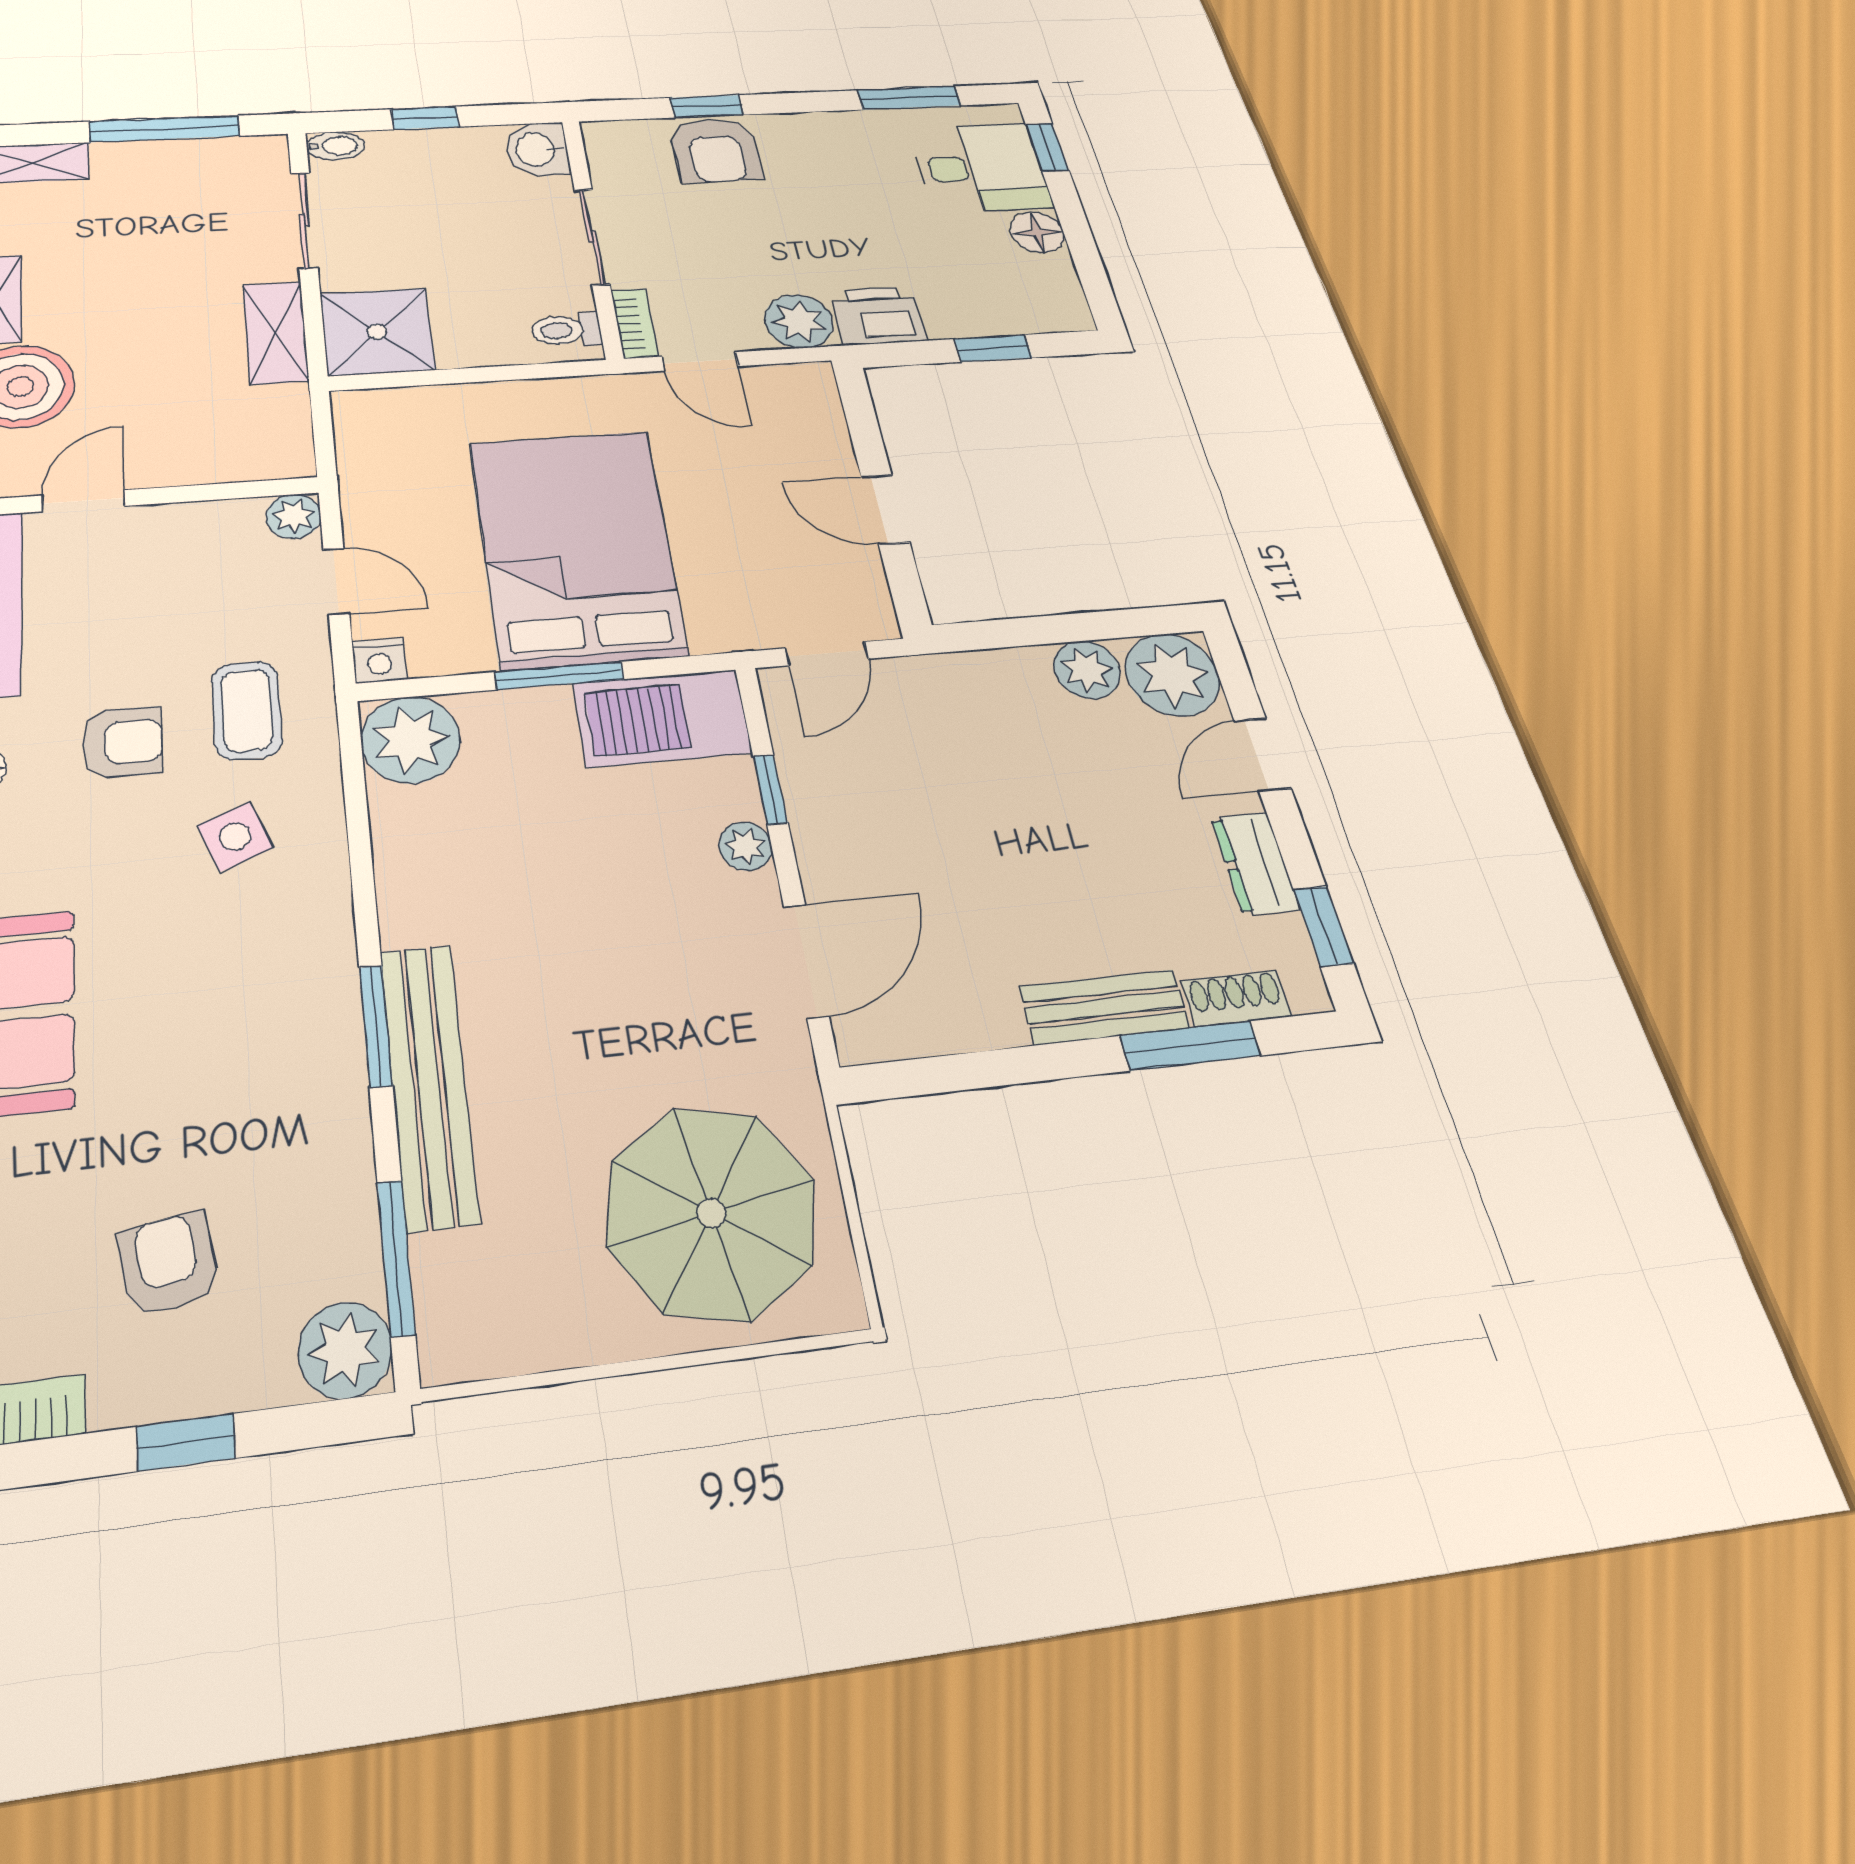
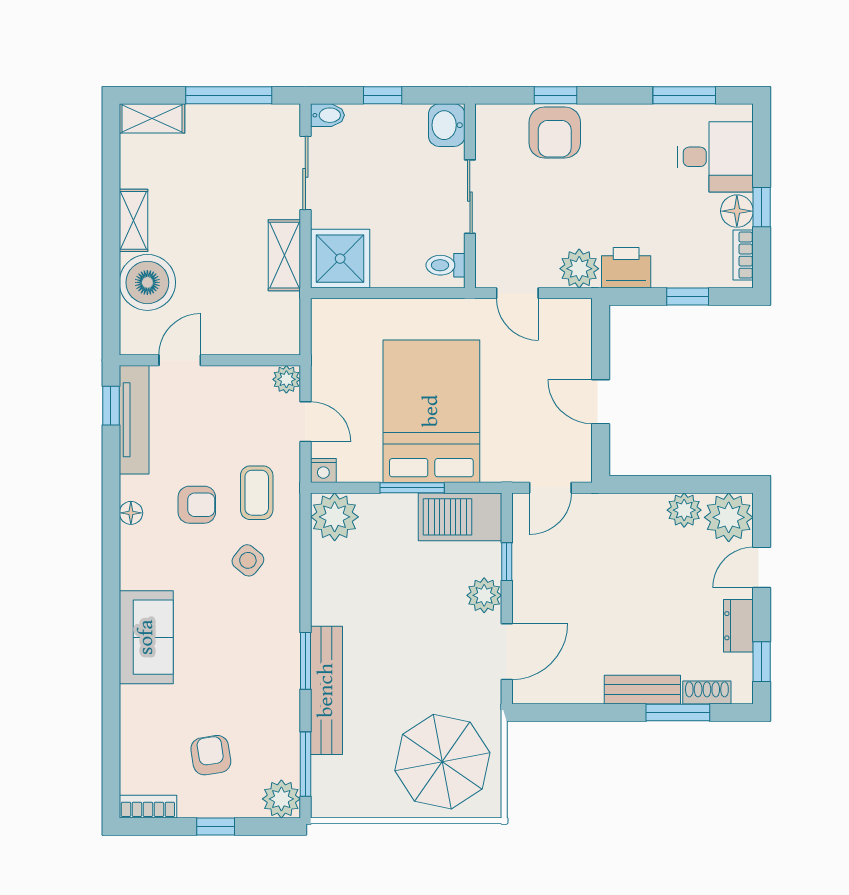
window: (1047, 147) -> (762, 207), moved
bookcase: (635, 323) -> (743, 255), moved, turned 180
side table: (235, 837) -> (248, 560), turned -30
plant: (745, 846) -> (484, 595), width x1.38, depth x1.38

